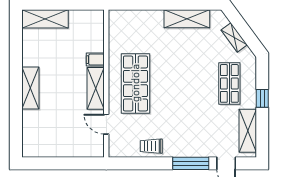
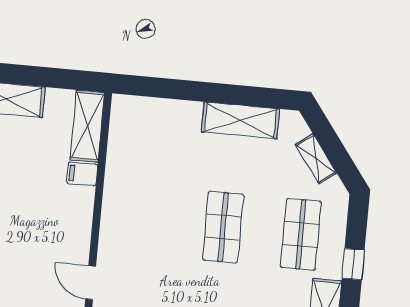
shop shelf: (135, 83) -> (223, 227), moved, width x0.70, depth x0.74
shelving: (96, 88) -> (87, 126), moved

